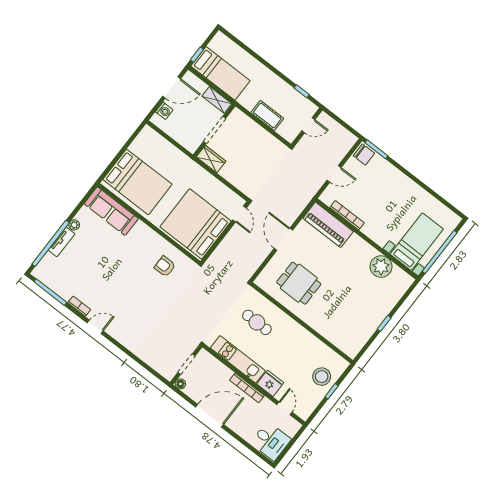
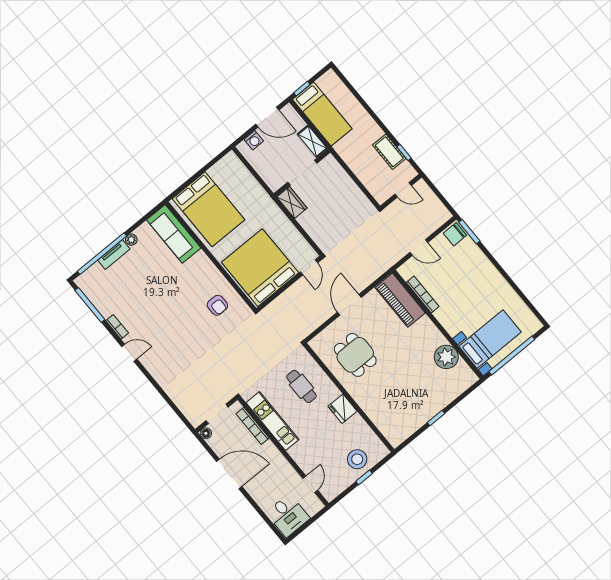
cot: (267, 115) -> (389, 152), moved
chair: (364, 154) -> (455, 234), turned 90
armchair: (165, 266) -> (217, 305), turned 180
fridge: (270, 383) -> (343, 409), moved, turned 180
bookcase: (247, 388) -> (253, 426), moved

